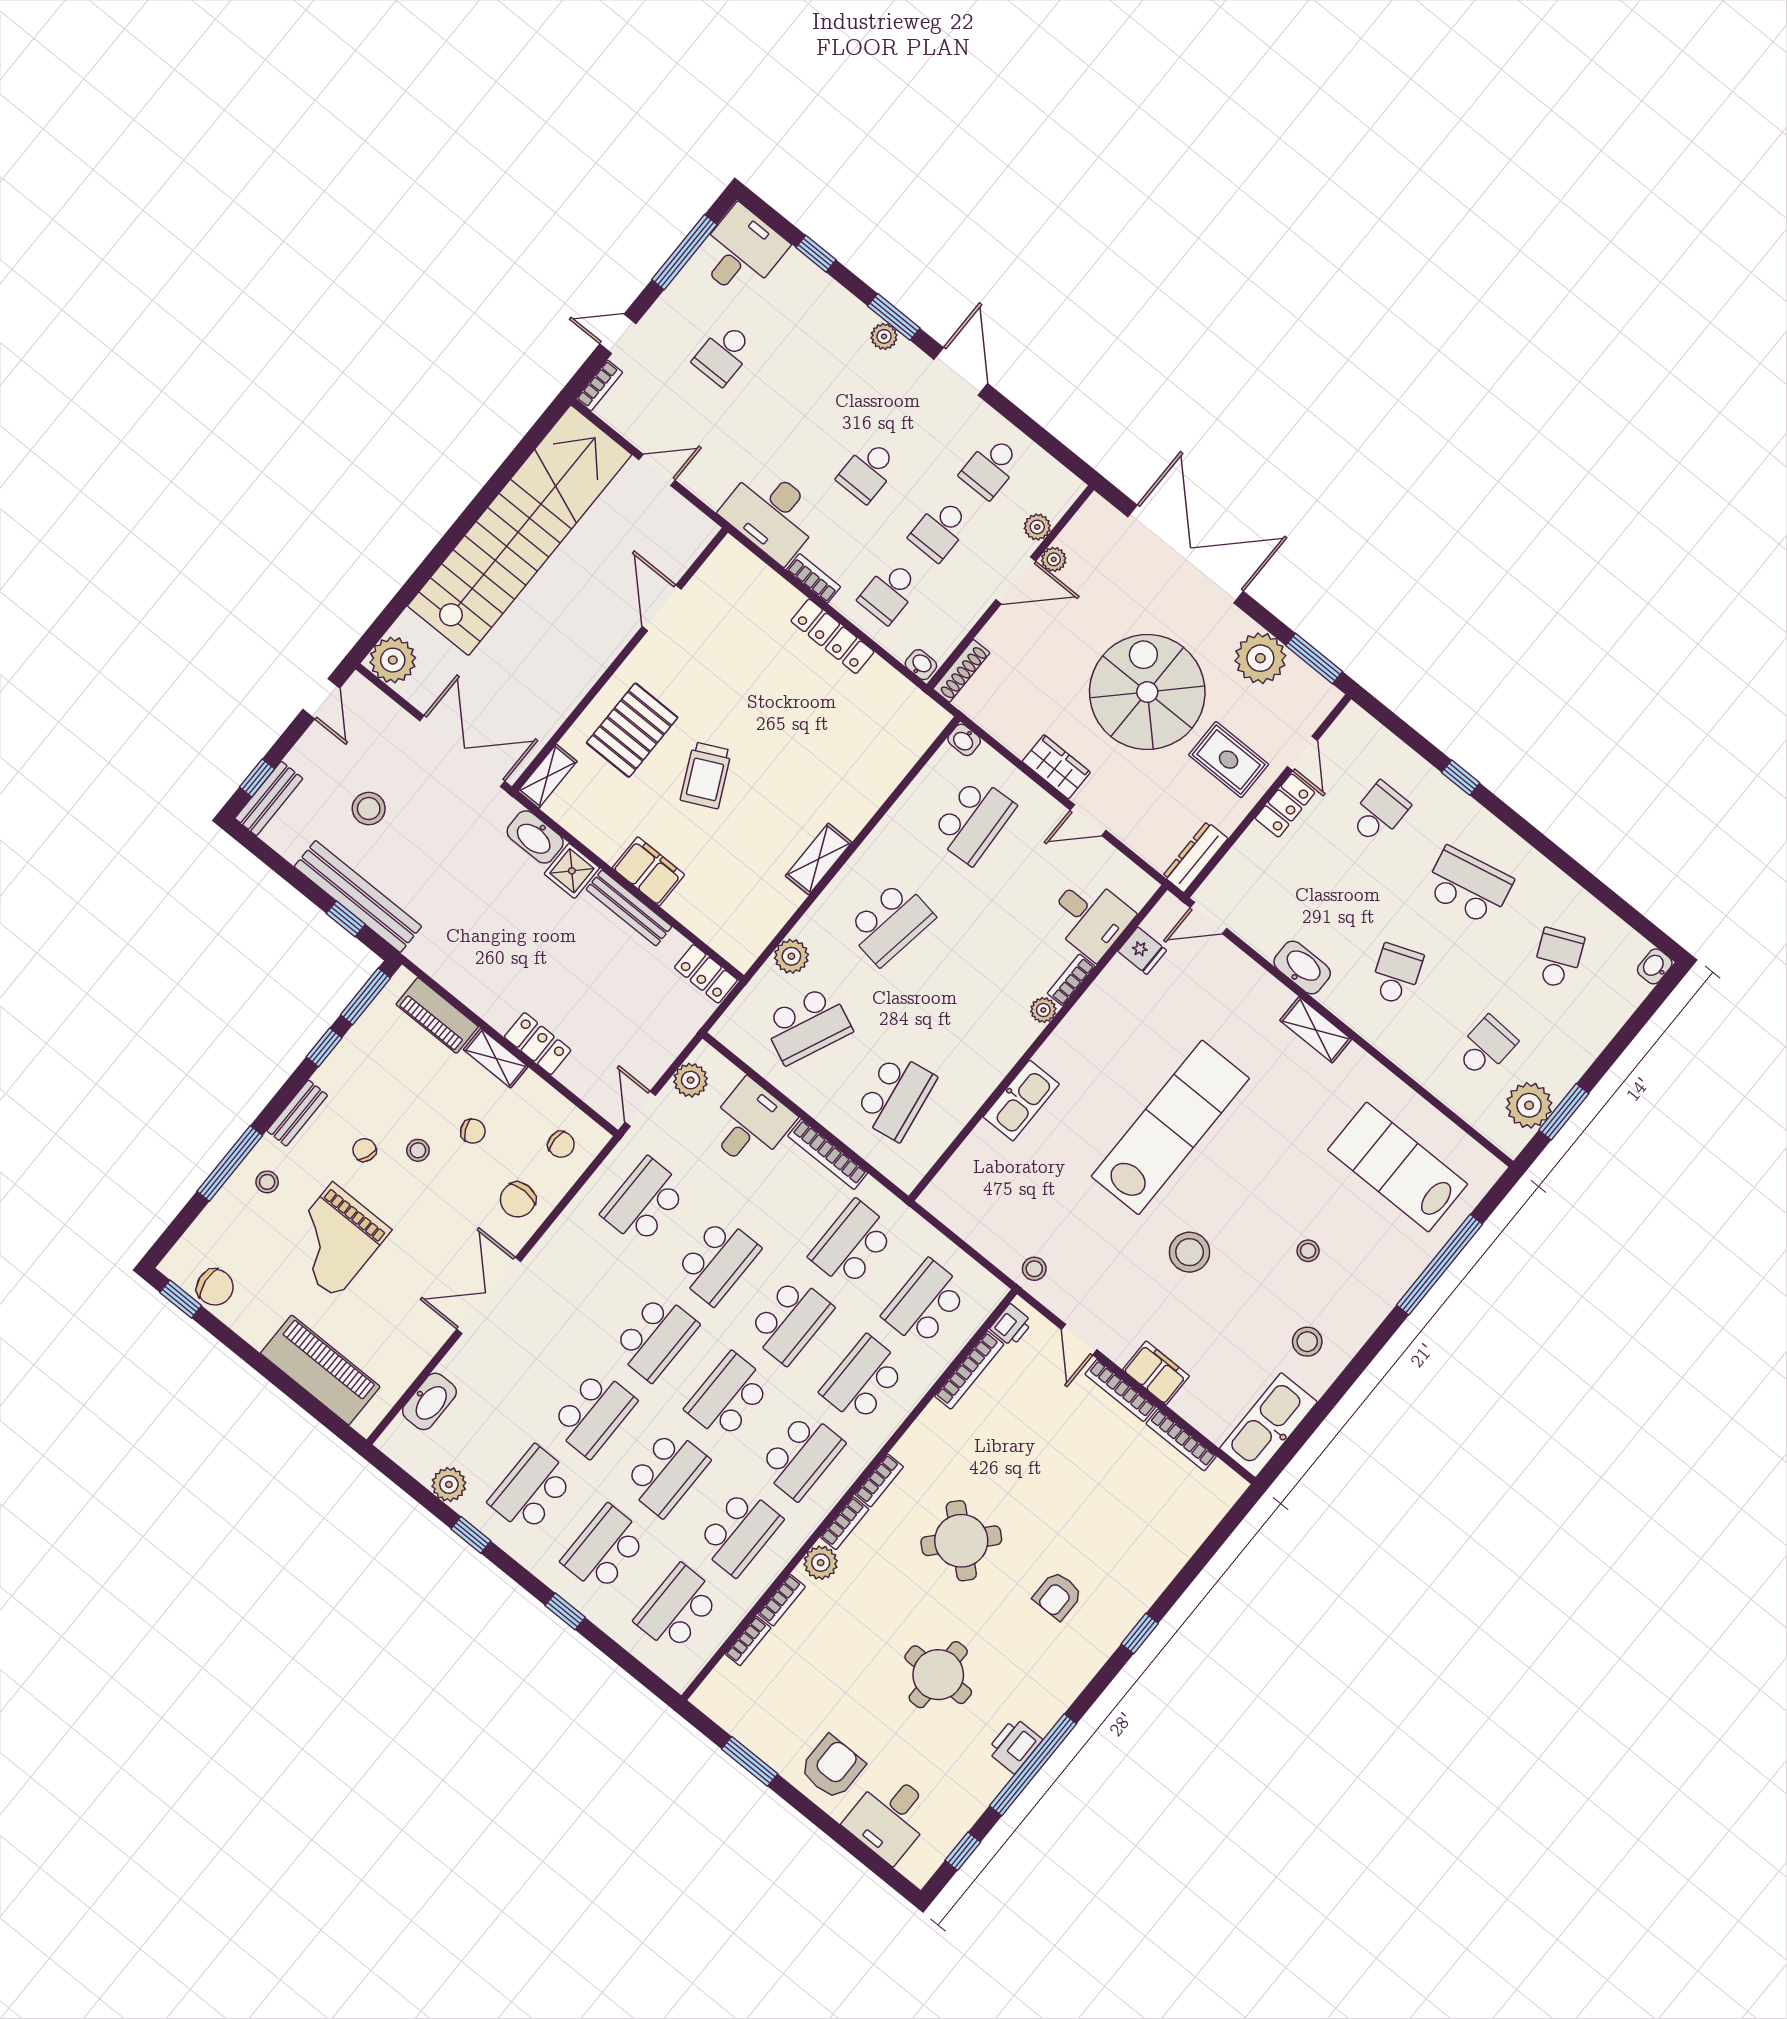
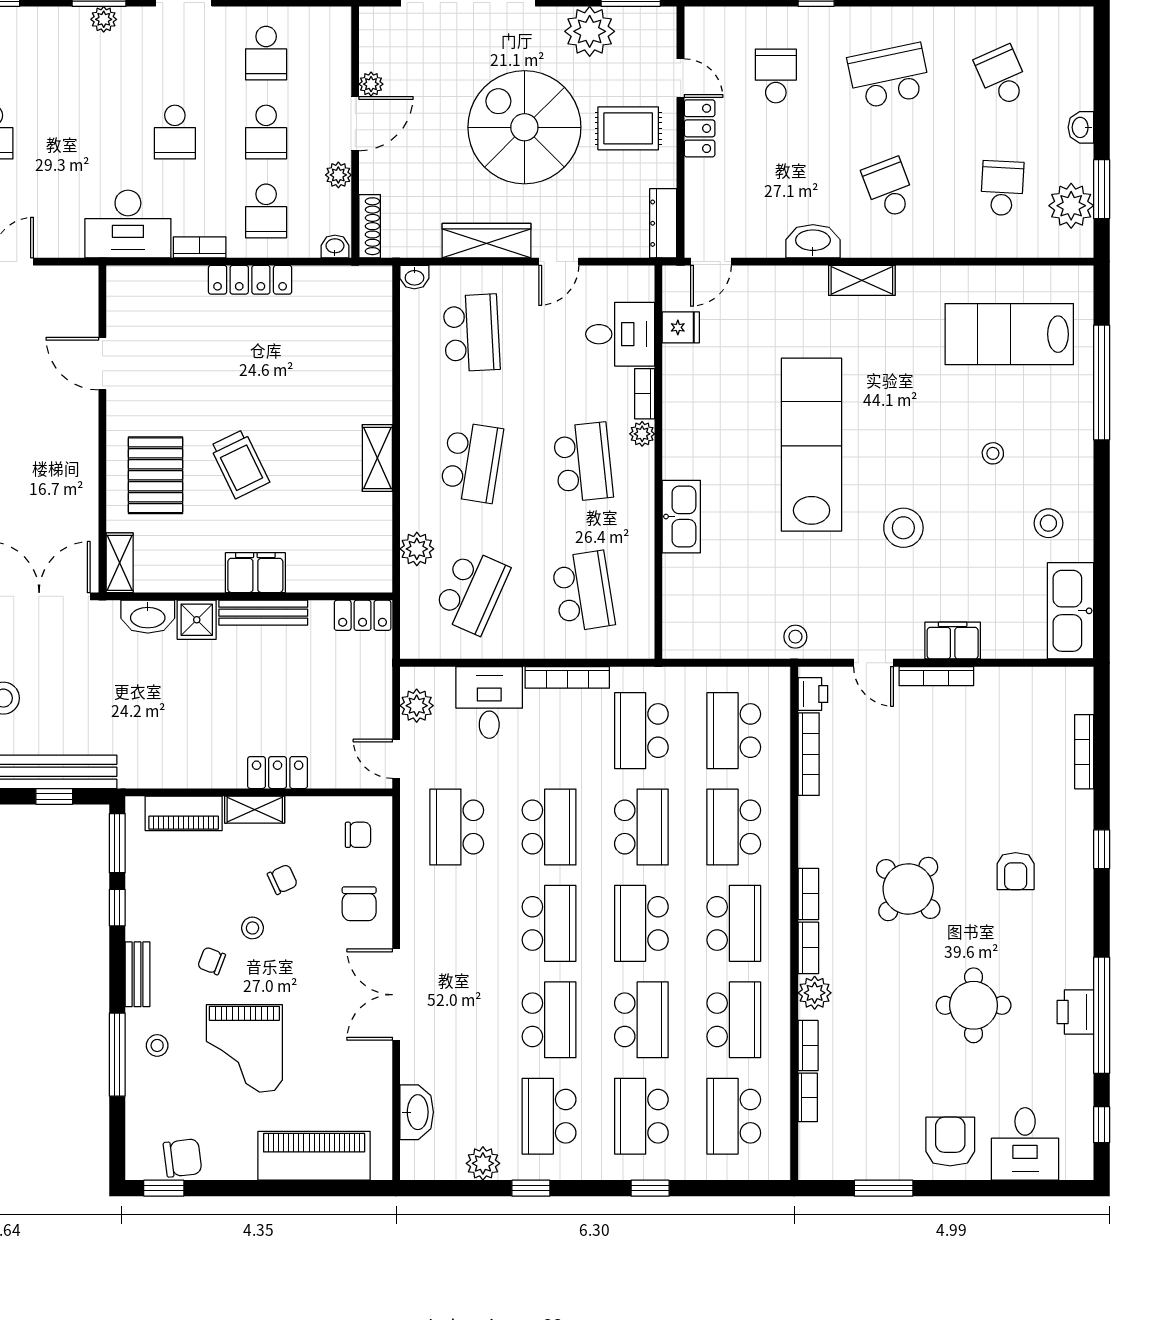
plant: (1037, 527) -> (338, 175), moved
wardrobe: (1056, 767) -> (487, 241), width x1.50
washbasin: (1655, 966) -> (1081, 127), moved
school desk: (978, 994) -> (583, 462), added
bookcase: (1181, 1440) -> (1084, 752), moved, turned 90

